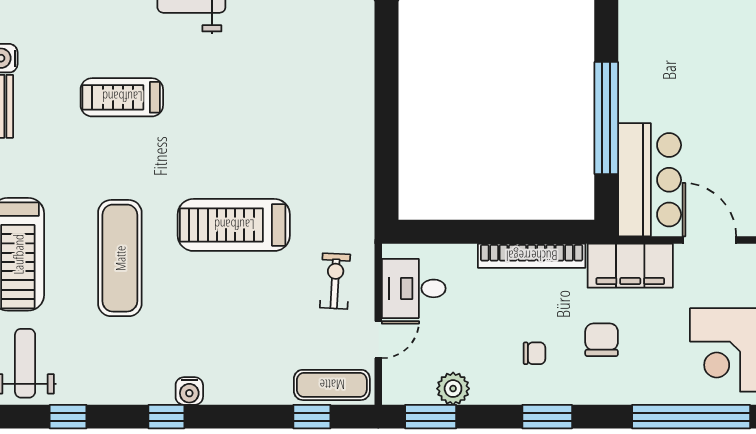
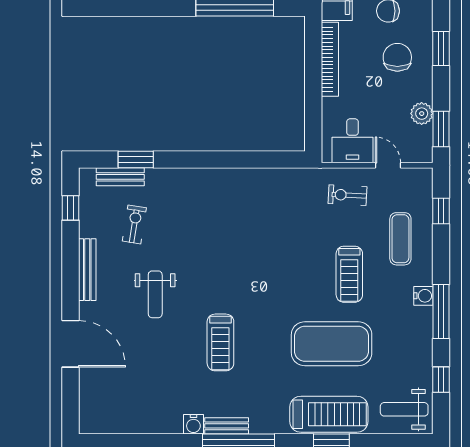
treadmill: (234, 225) -> (349, 274), moved, width x0.73, depth x0.73
exercise mat: (120, 258) -> (332, 344), width x1.47
chair: (534, 353) -> (397, 57), width x1.87, depth x1.87
exercise mat: (332, 385) -> (400, 239), moved
window: (166, 417) -> (441, 312), width x2.17

